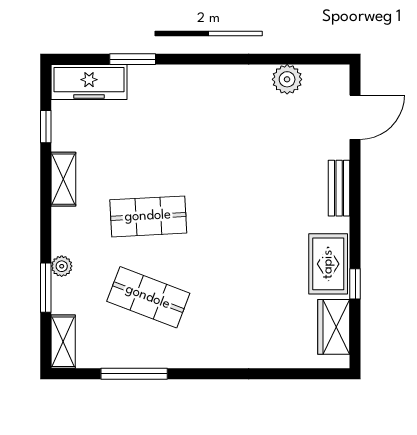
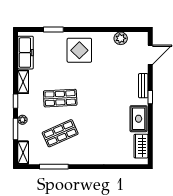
freezer: (89, 82) -> (26, 53), moved, turned -90
display table: (192, 107) -> (79, 50), added
window: (46, 127) -> (16, 101), moved
window: (355, 284) -> (150, 97), moved
shop shelf: (148, 297) -> (60, 133), turned -45

